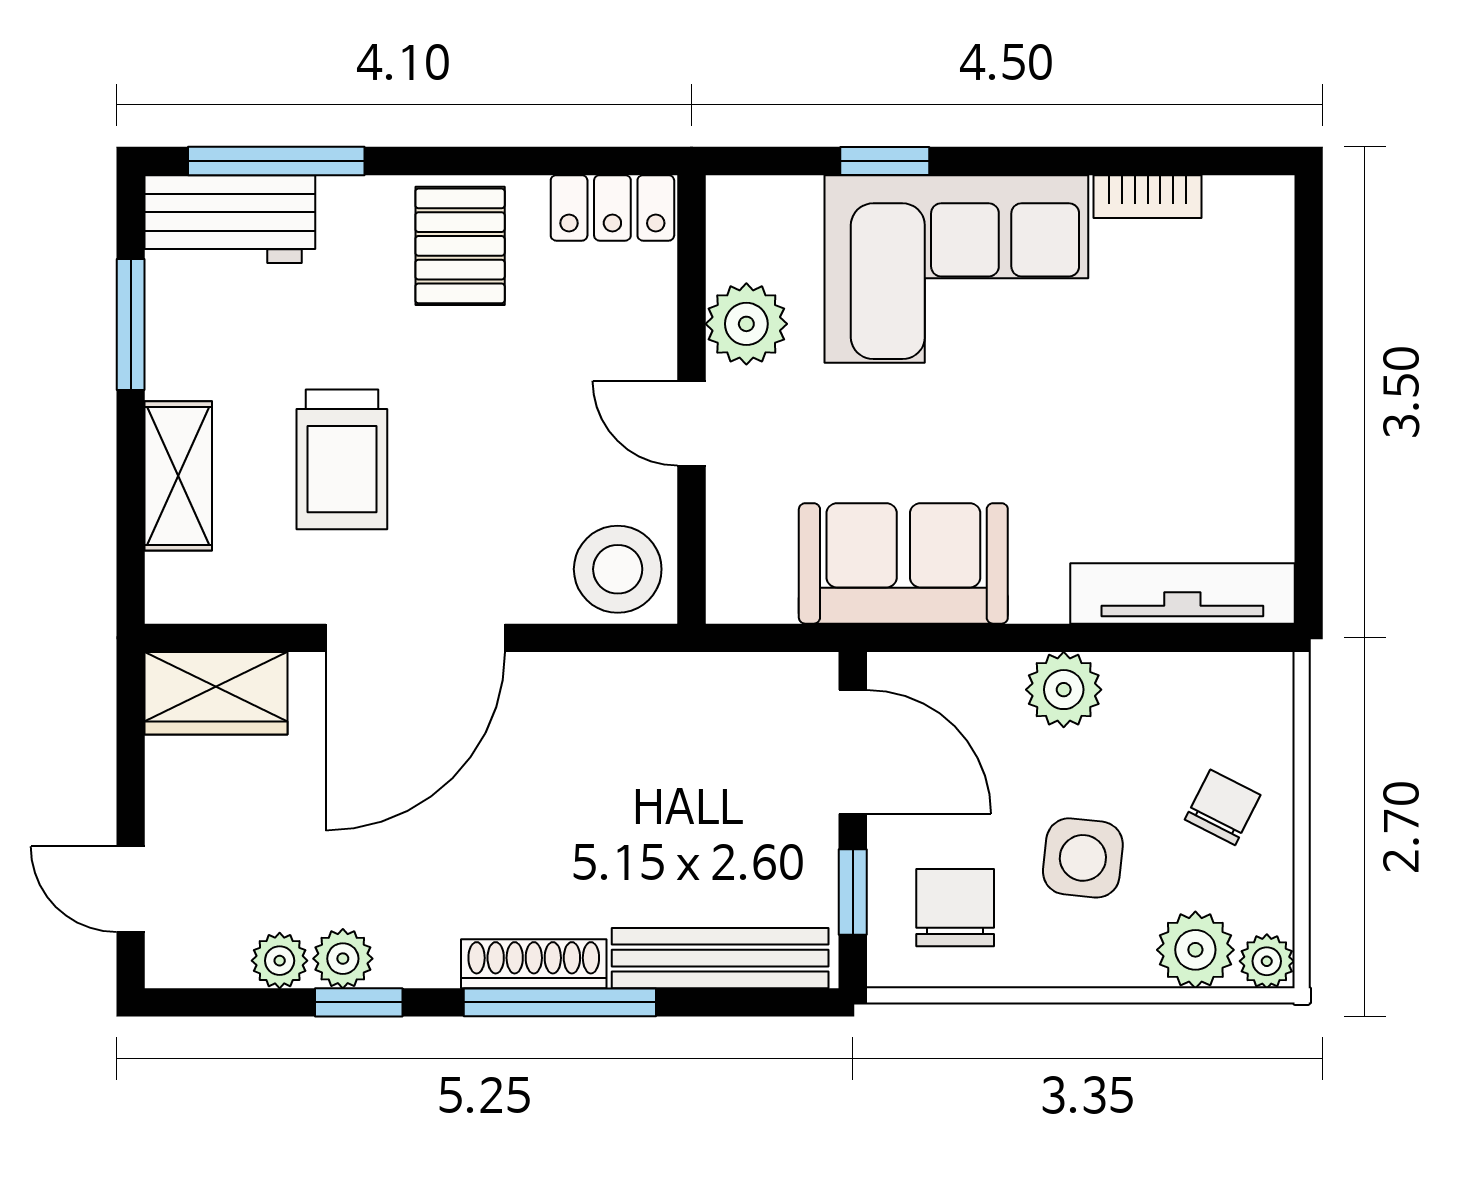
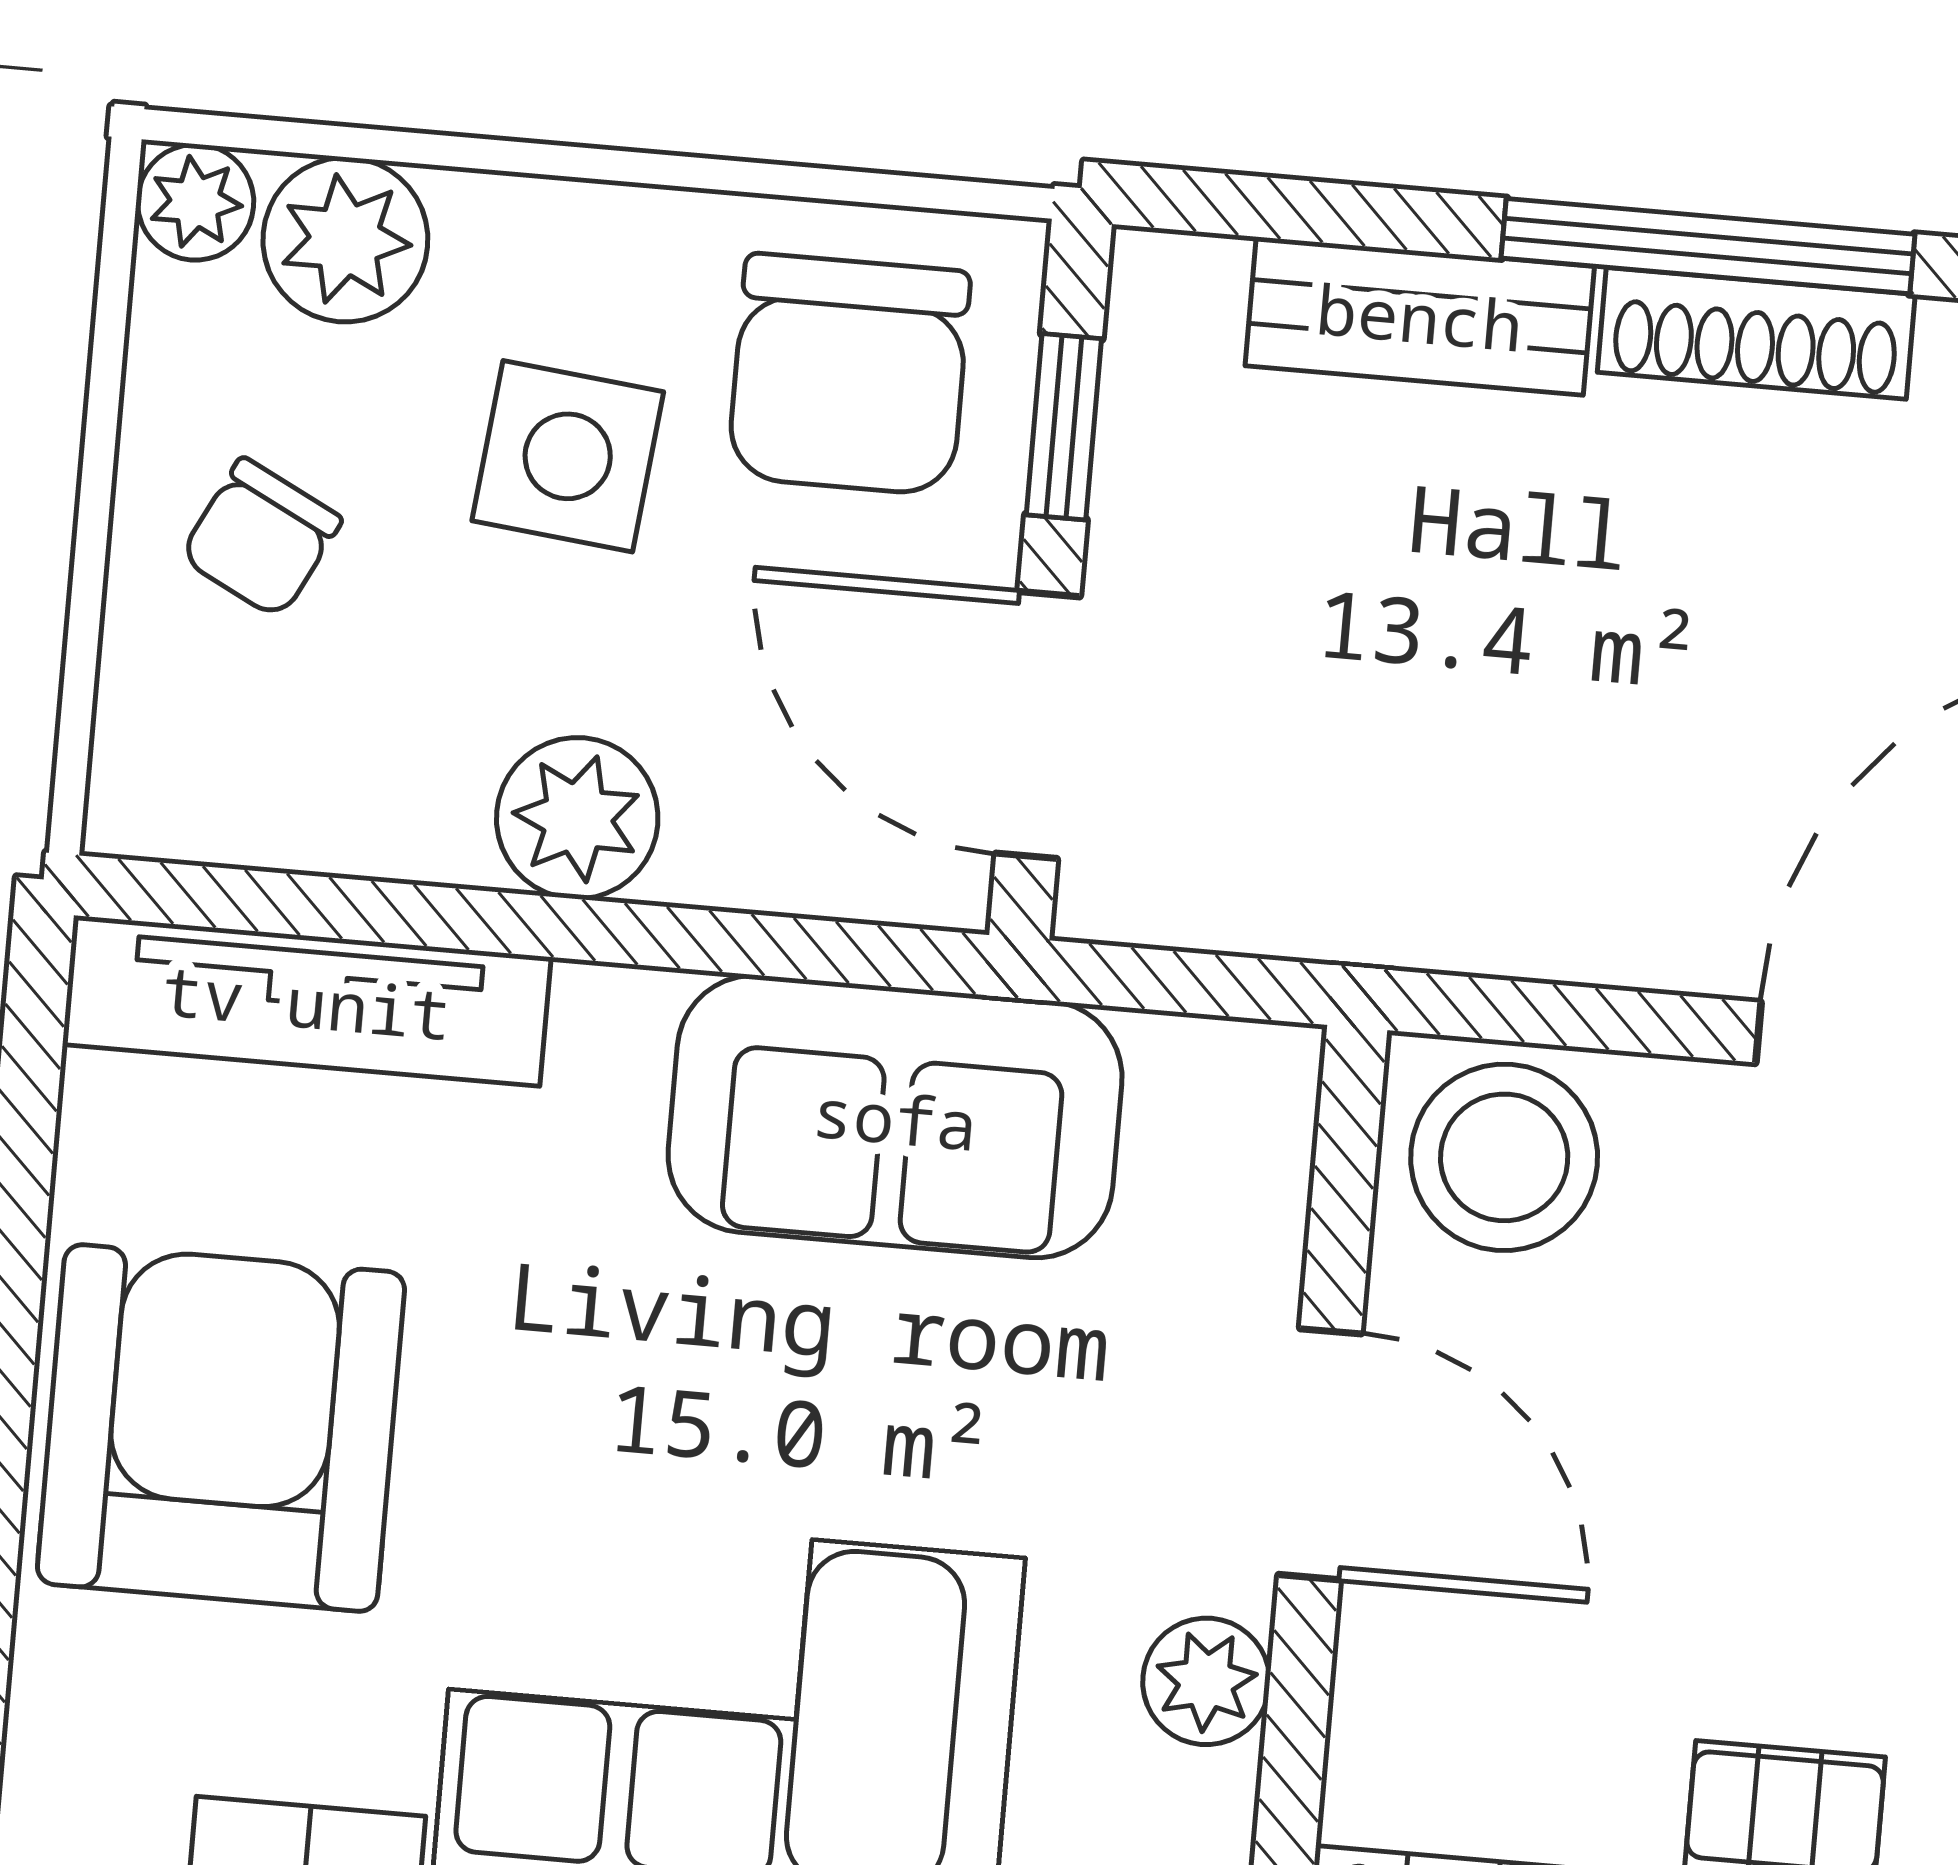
plant: (746, 324) -> (1206, 1681), width x0.73, depth x0.73
armchair: (1205, 391) -> (221, 1428), added
door: (691, 423) -> (1320, 1454), width x1.38
chair: (955, 908) -> (849, 374), width x1.37, depth x1.37
bench: (720, 958) -> (1420, 316), width x0.73

